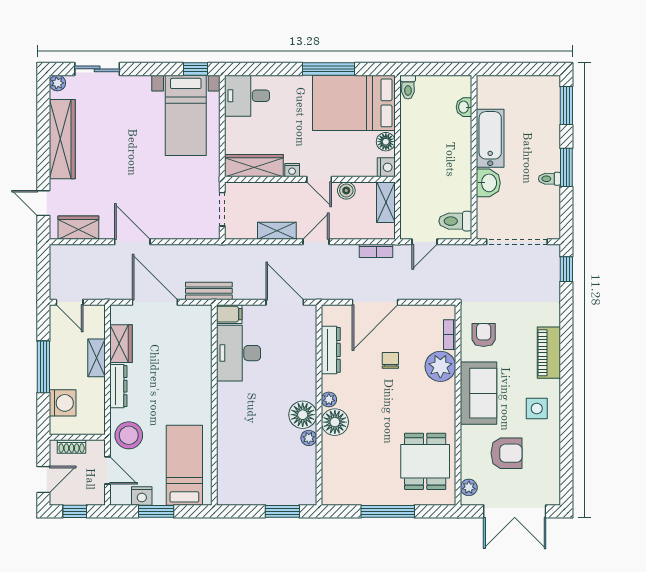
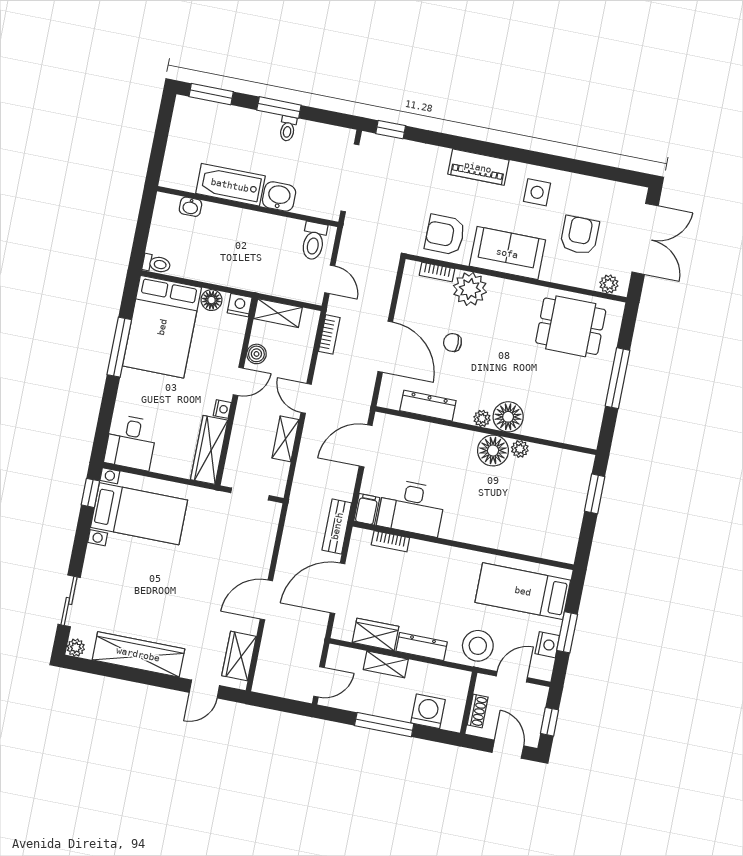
armchair: (484, 335) -> (445, 235), width x1.38, depth x1.38
bookcase: (205, 341) -> (390, 541), added

